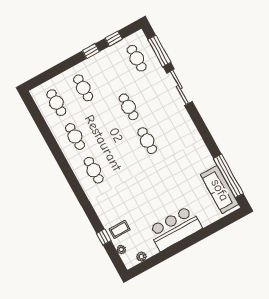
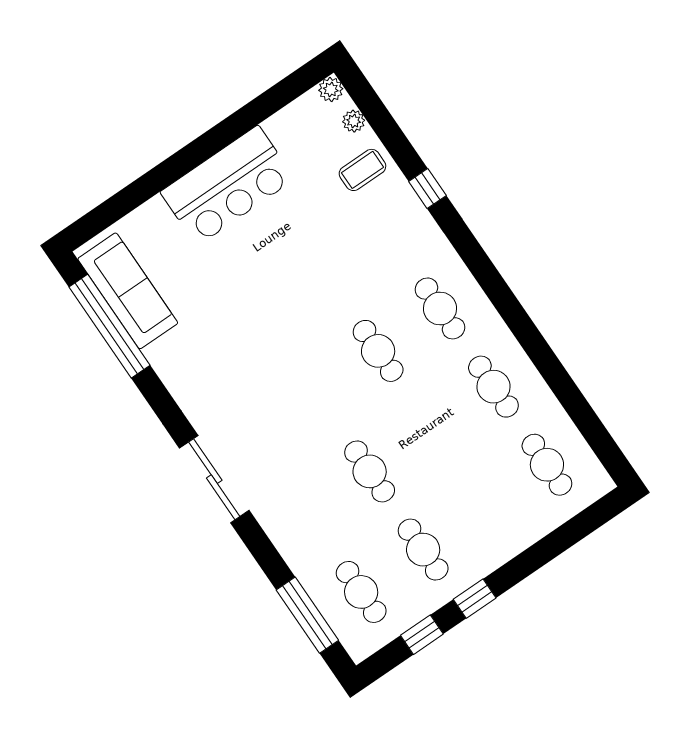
sliding door: (179, 87) -> (214, 479), moved
cafe table: (83, 88) -> (423, 550), moved
cafe table: (147, 141) -> (378, 351), moved
window: (104, 237) -> (427, 188), moved
plant: (141, 257) -> (331, 89), moved

